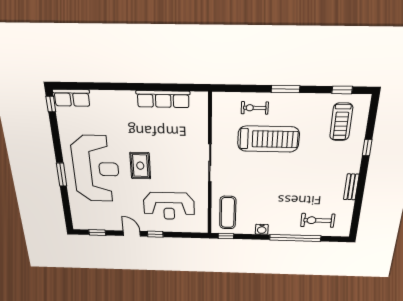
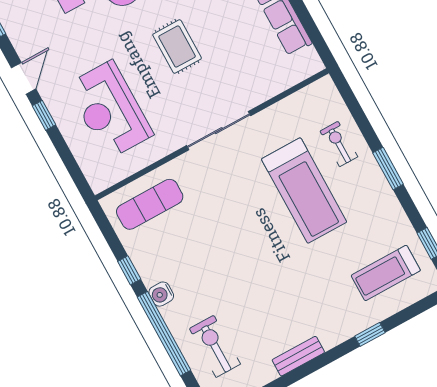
rug: (140, 166) -> (177, 46), moved, turned 90
water cooler: (262, 229) -> (161, 294), moved
window: (226, 236) -> (129, 270), moved

